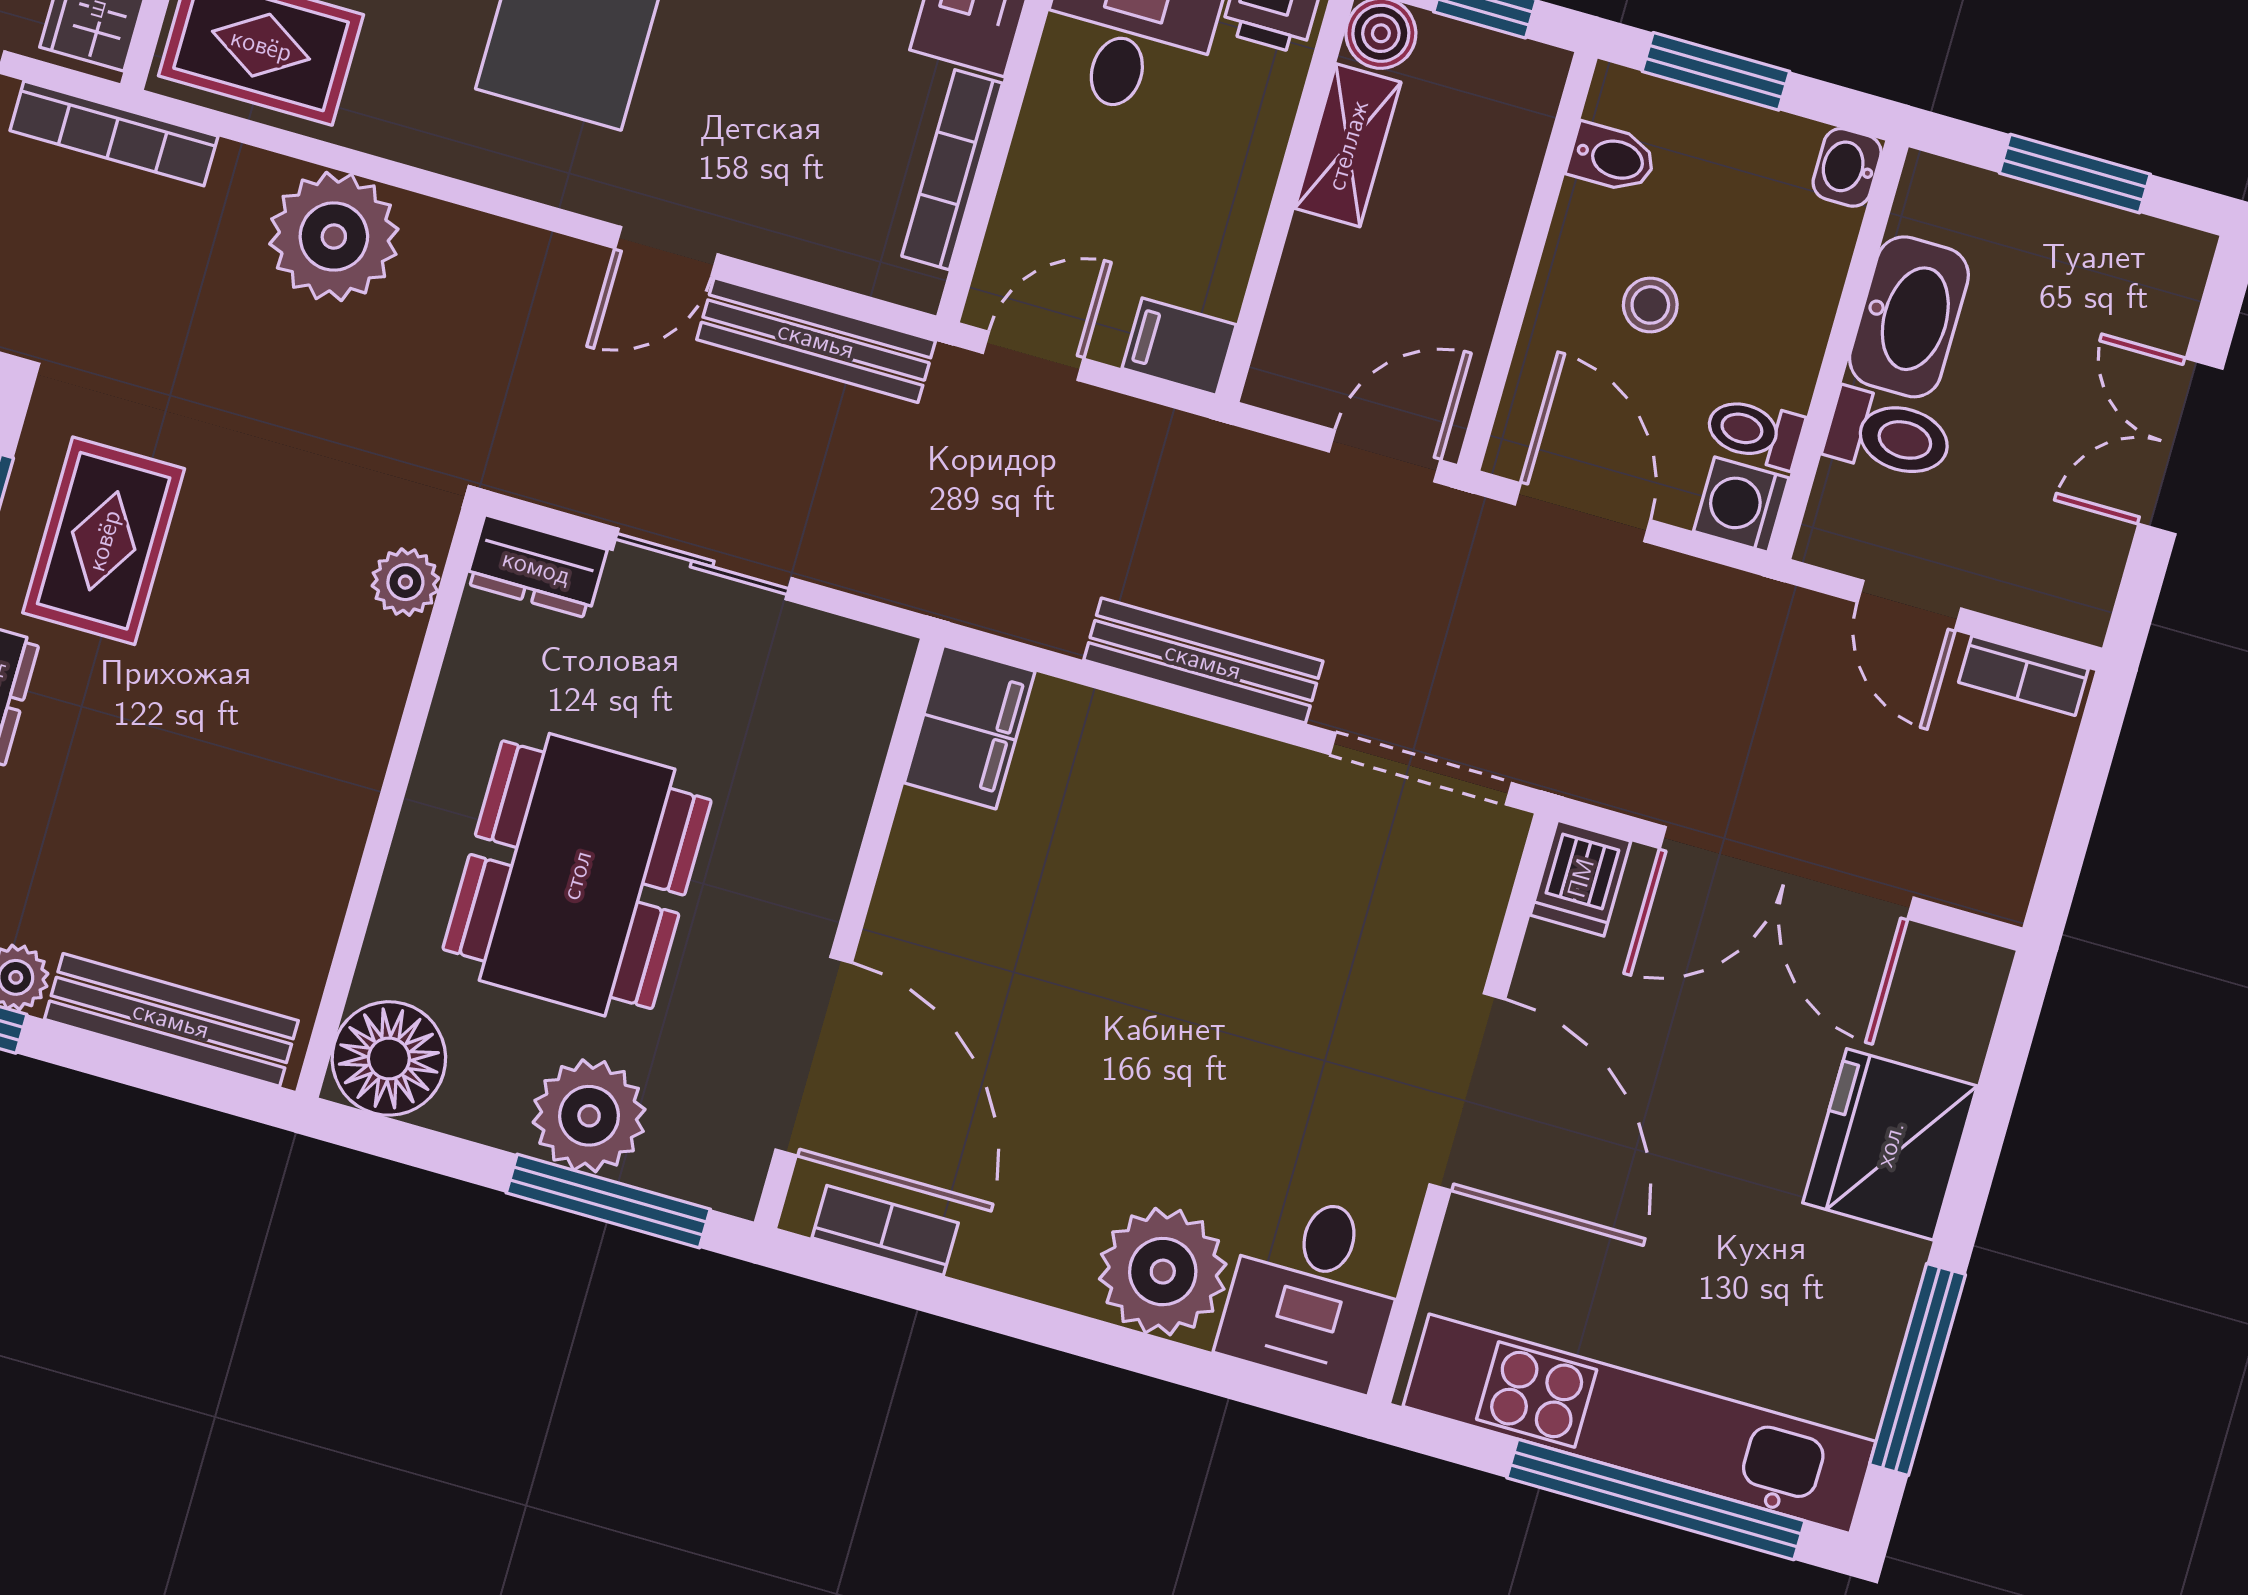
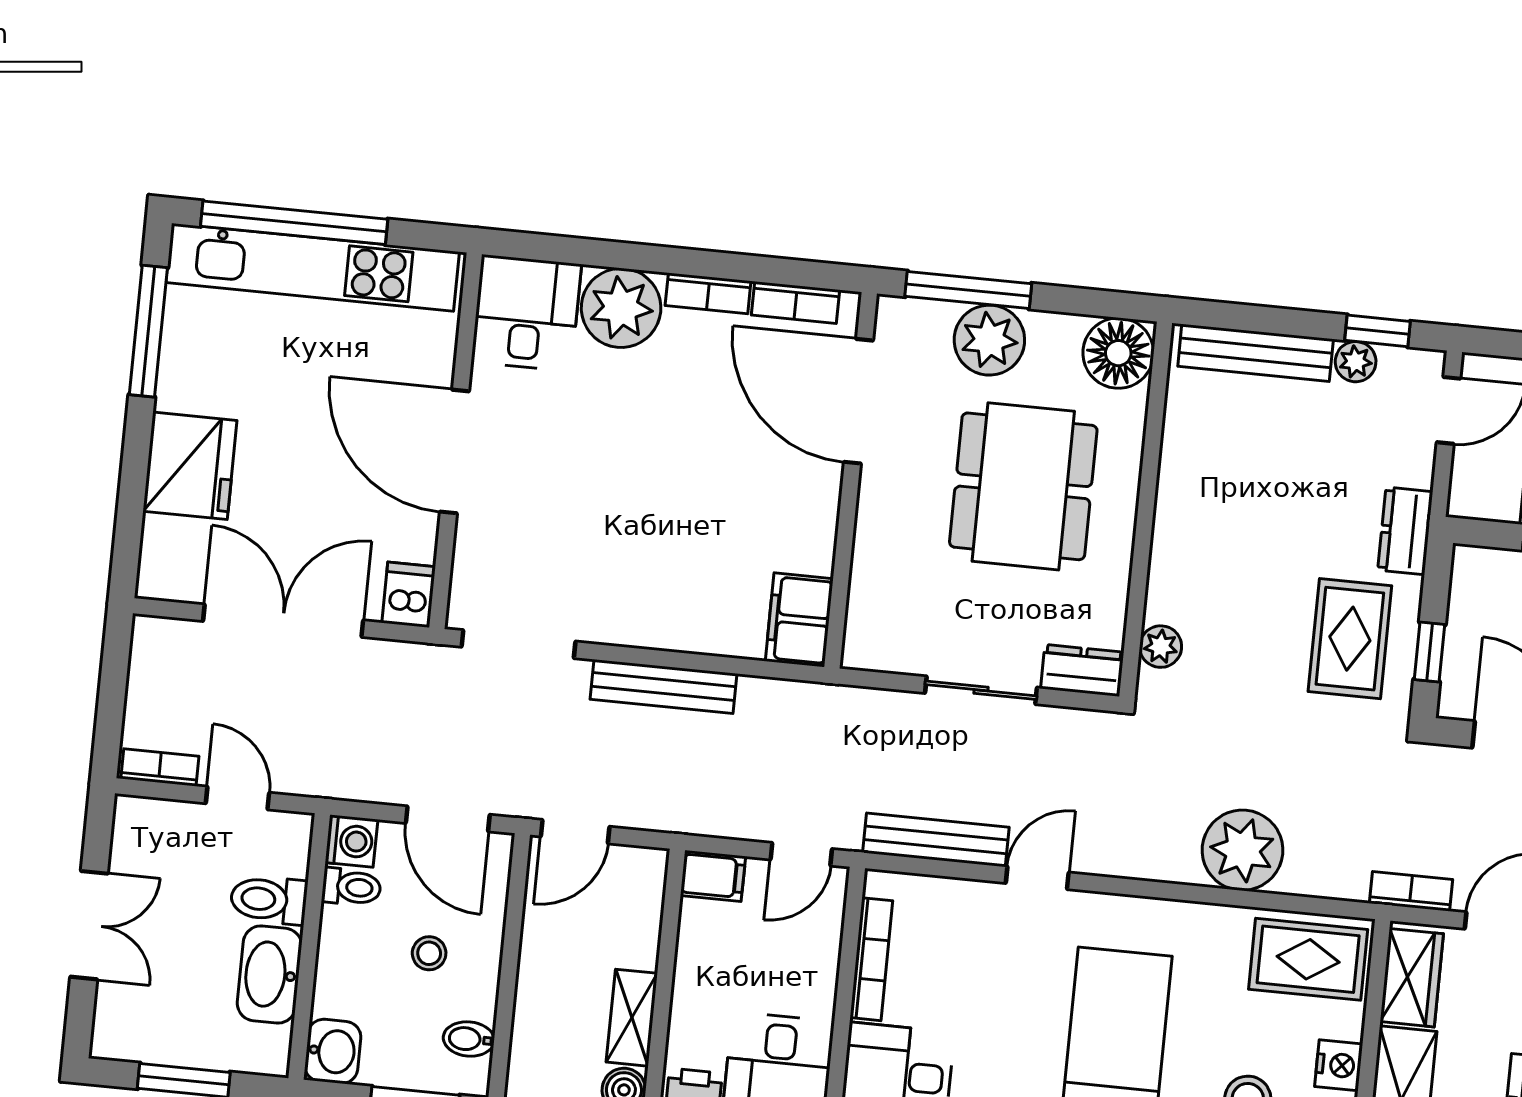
bookcase: (114, 133) -> (1411, 891), width x0.64
washbasin: (1847, 167) -> (333, 1051), width x1.38, depth x1.45
bookcase: (1021, 1270) -> (708, 293), added

